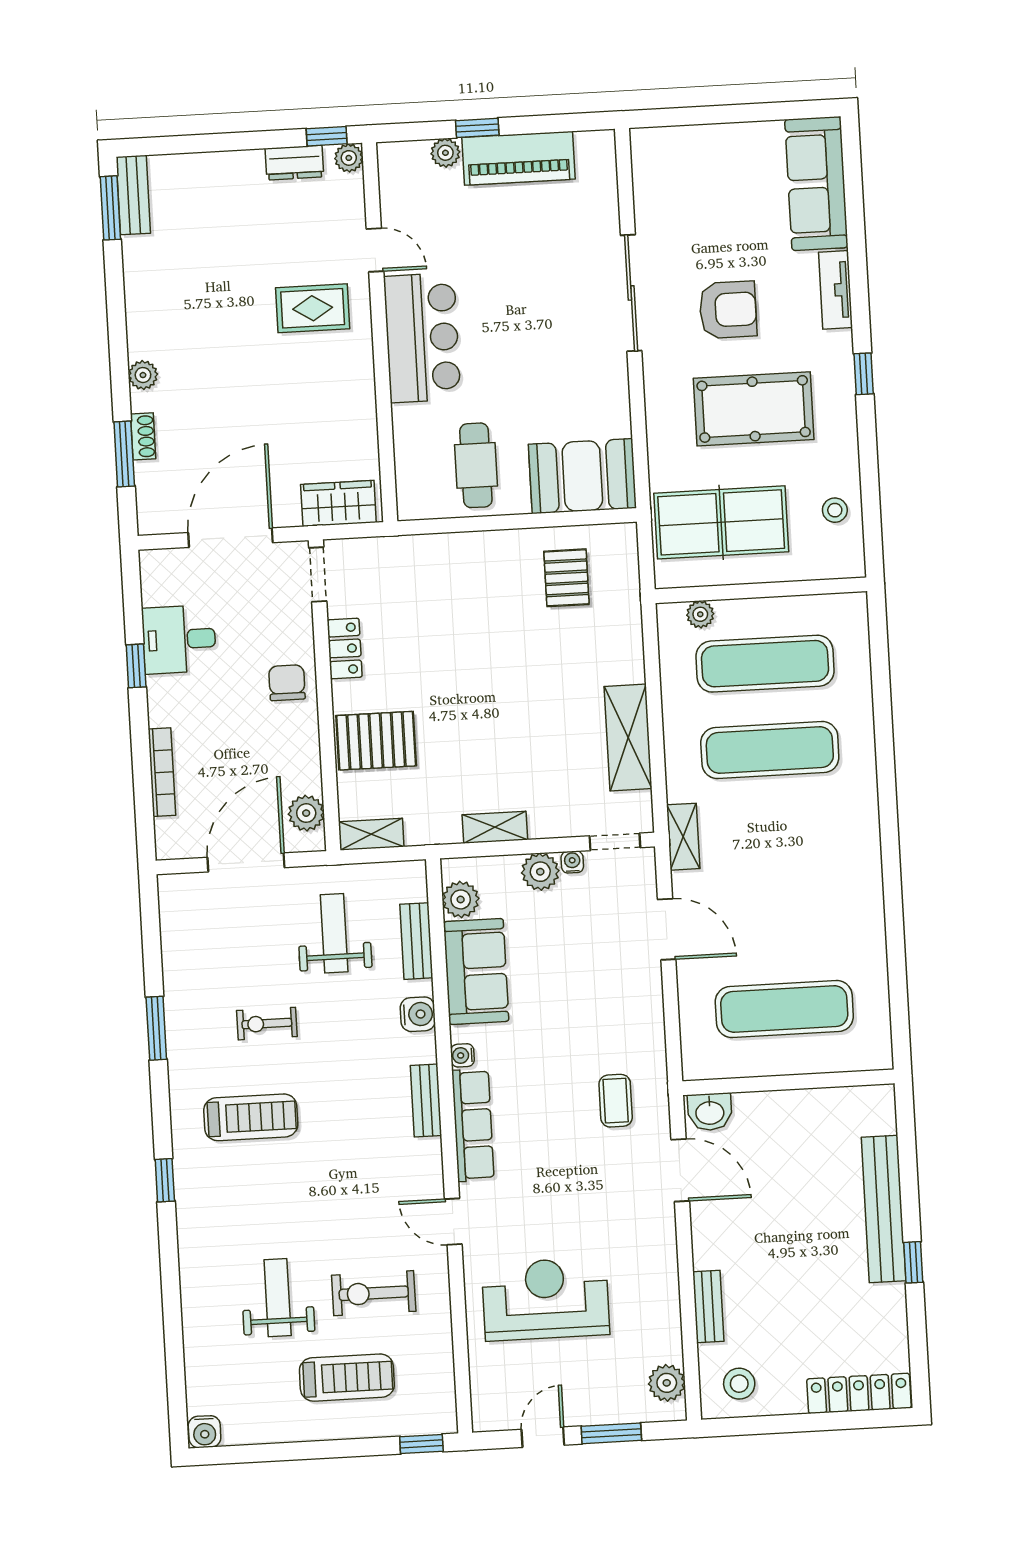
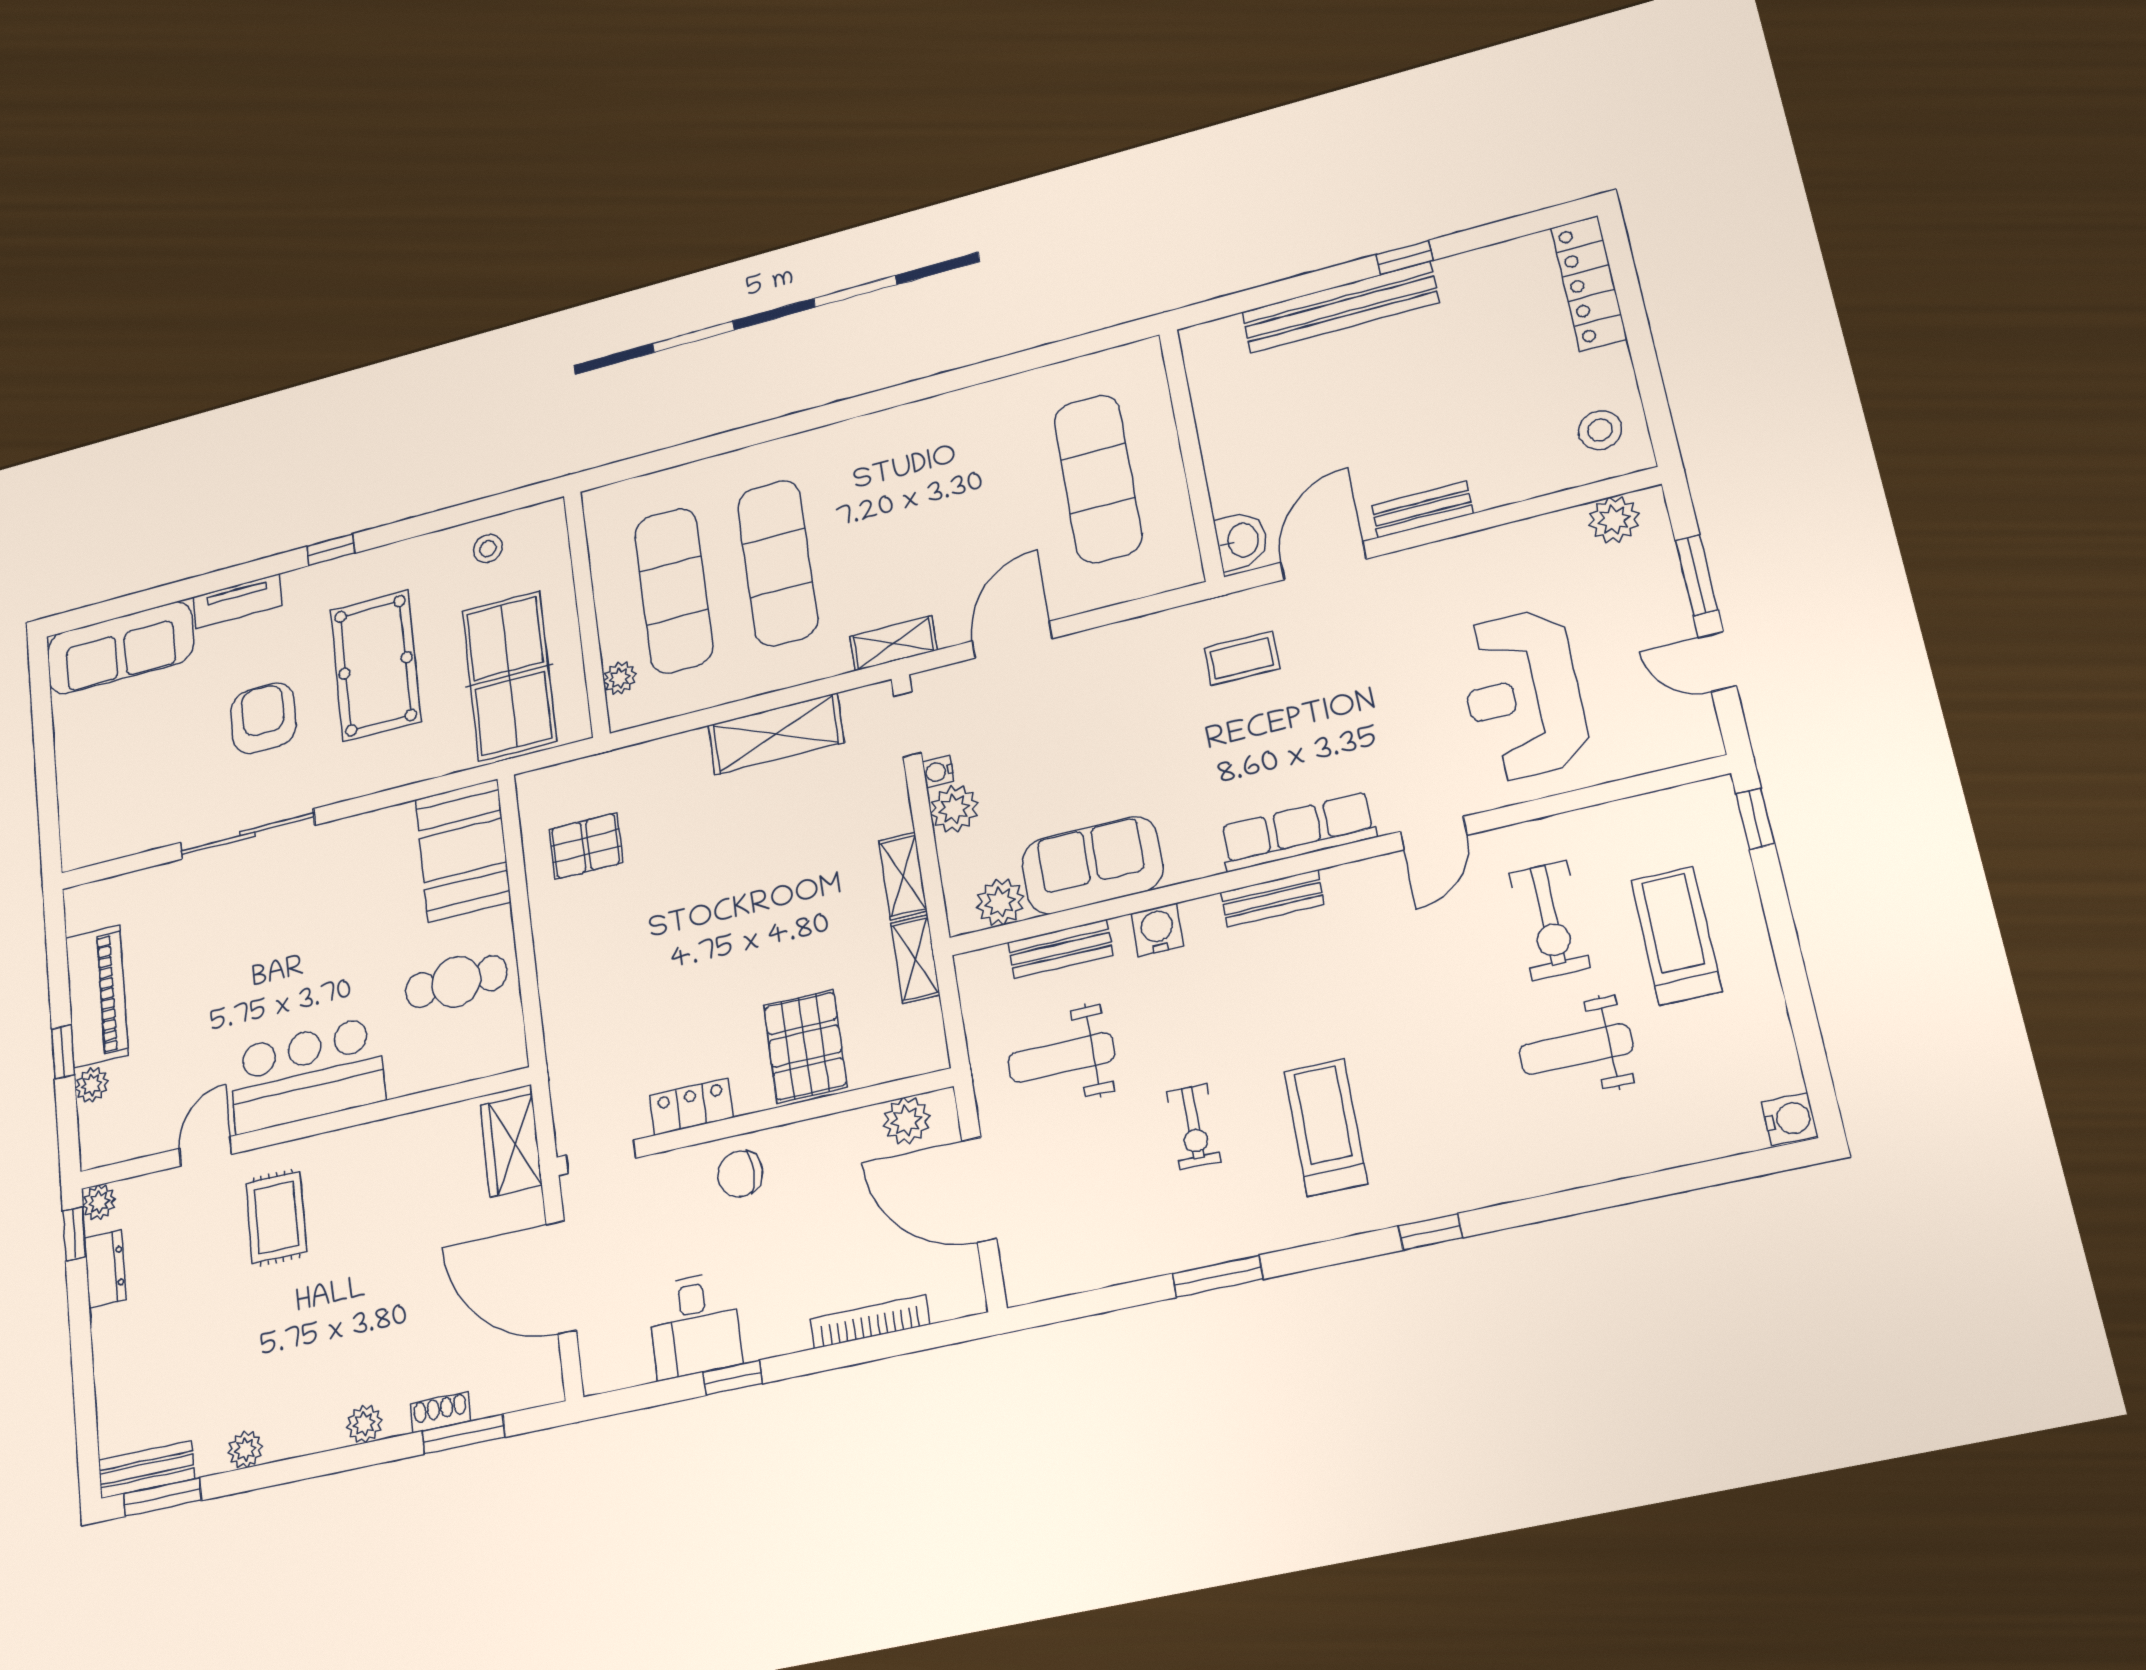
plant: (137, 277) -> (245, 1450), added
shelving: (371, 834) -> (915, 959), moved
water cooler: (462, 1055) -> (1206, 862), removed
bench: (708, 1307) -> (1422, 509), moved

